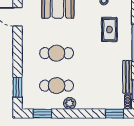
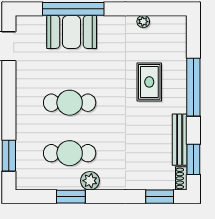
rug: (109, 29) -> (149, 82), moved
window: (42, 114) -> (71, 197), moved

